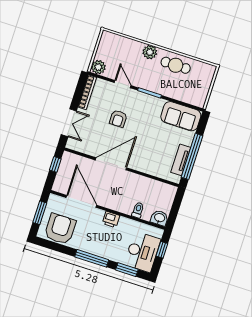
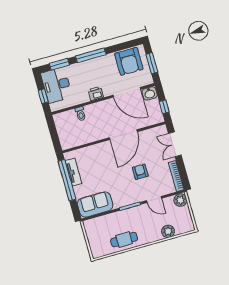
plant: (150, 52) -> (168, 231), moved
washbasin: (160, 218) -> (150, 93), moved

